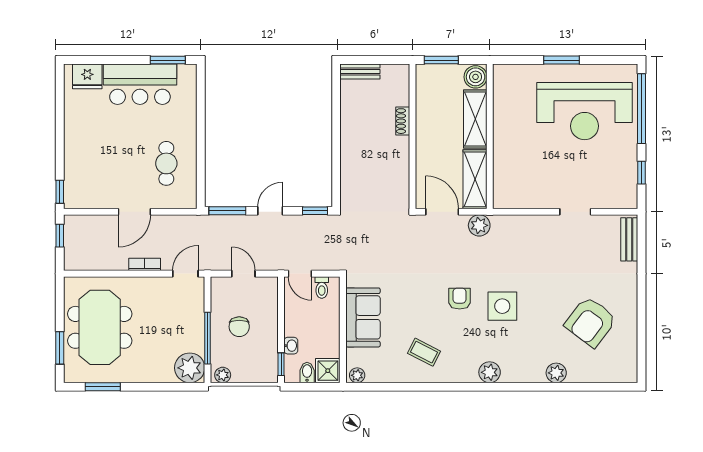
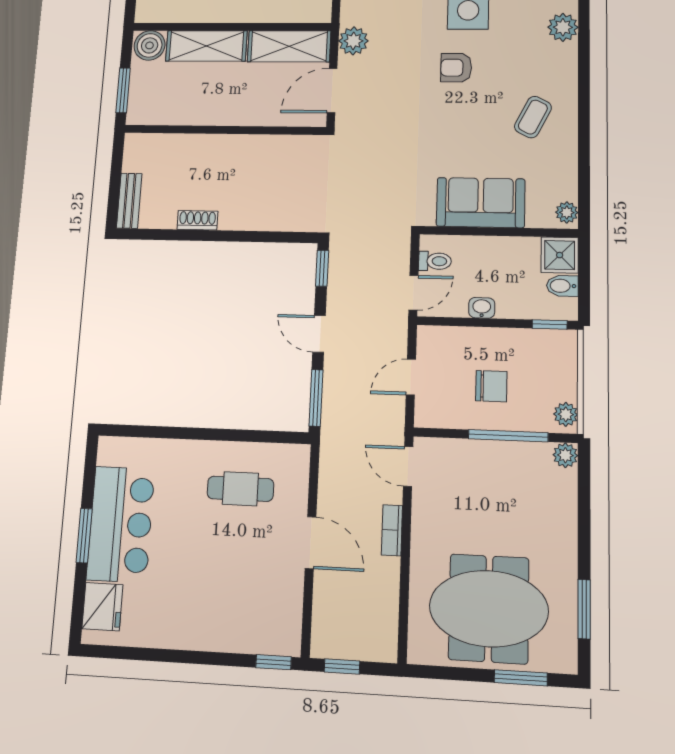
window: (168, 60) -> (84, 536), moved
shoe rack: (403, 121) -> (197, 220), moved, turned 180
washbasin: (291, 346) -> (482, 308), moved
plant: (190, 368) -> (565, 455), width x0.53, depth x0.53

